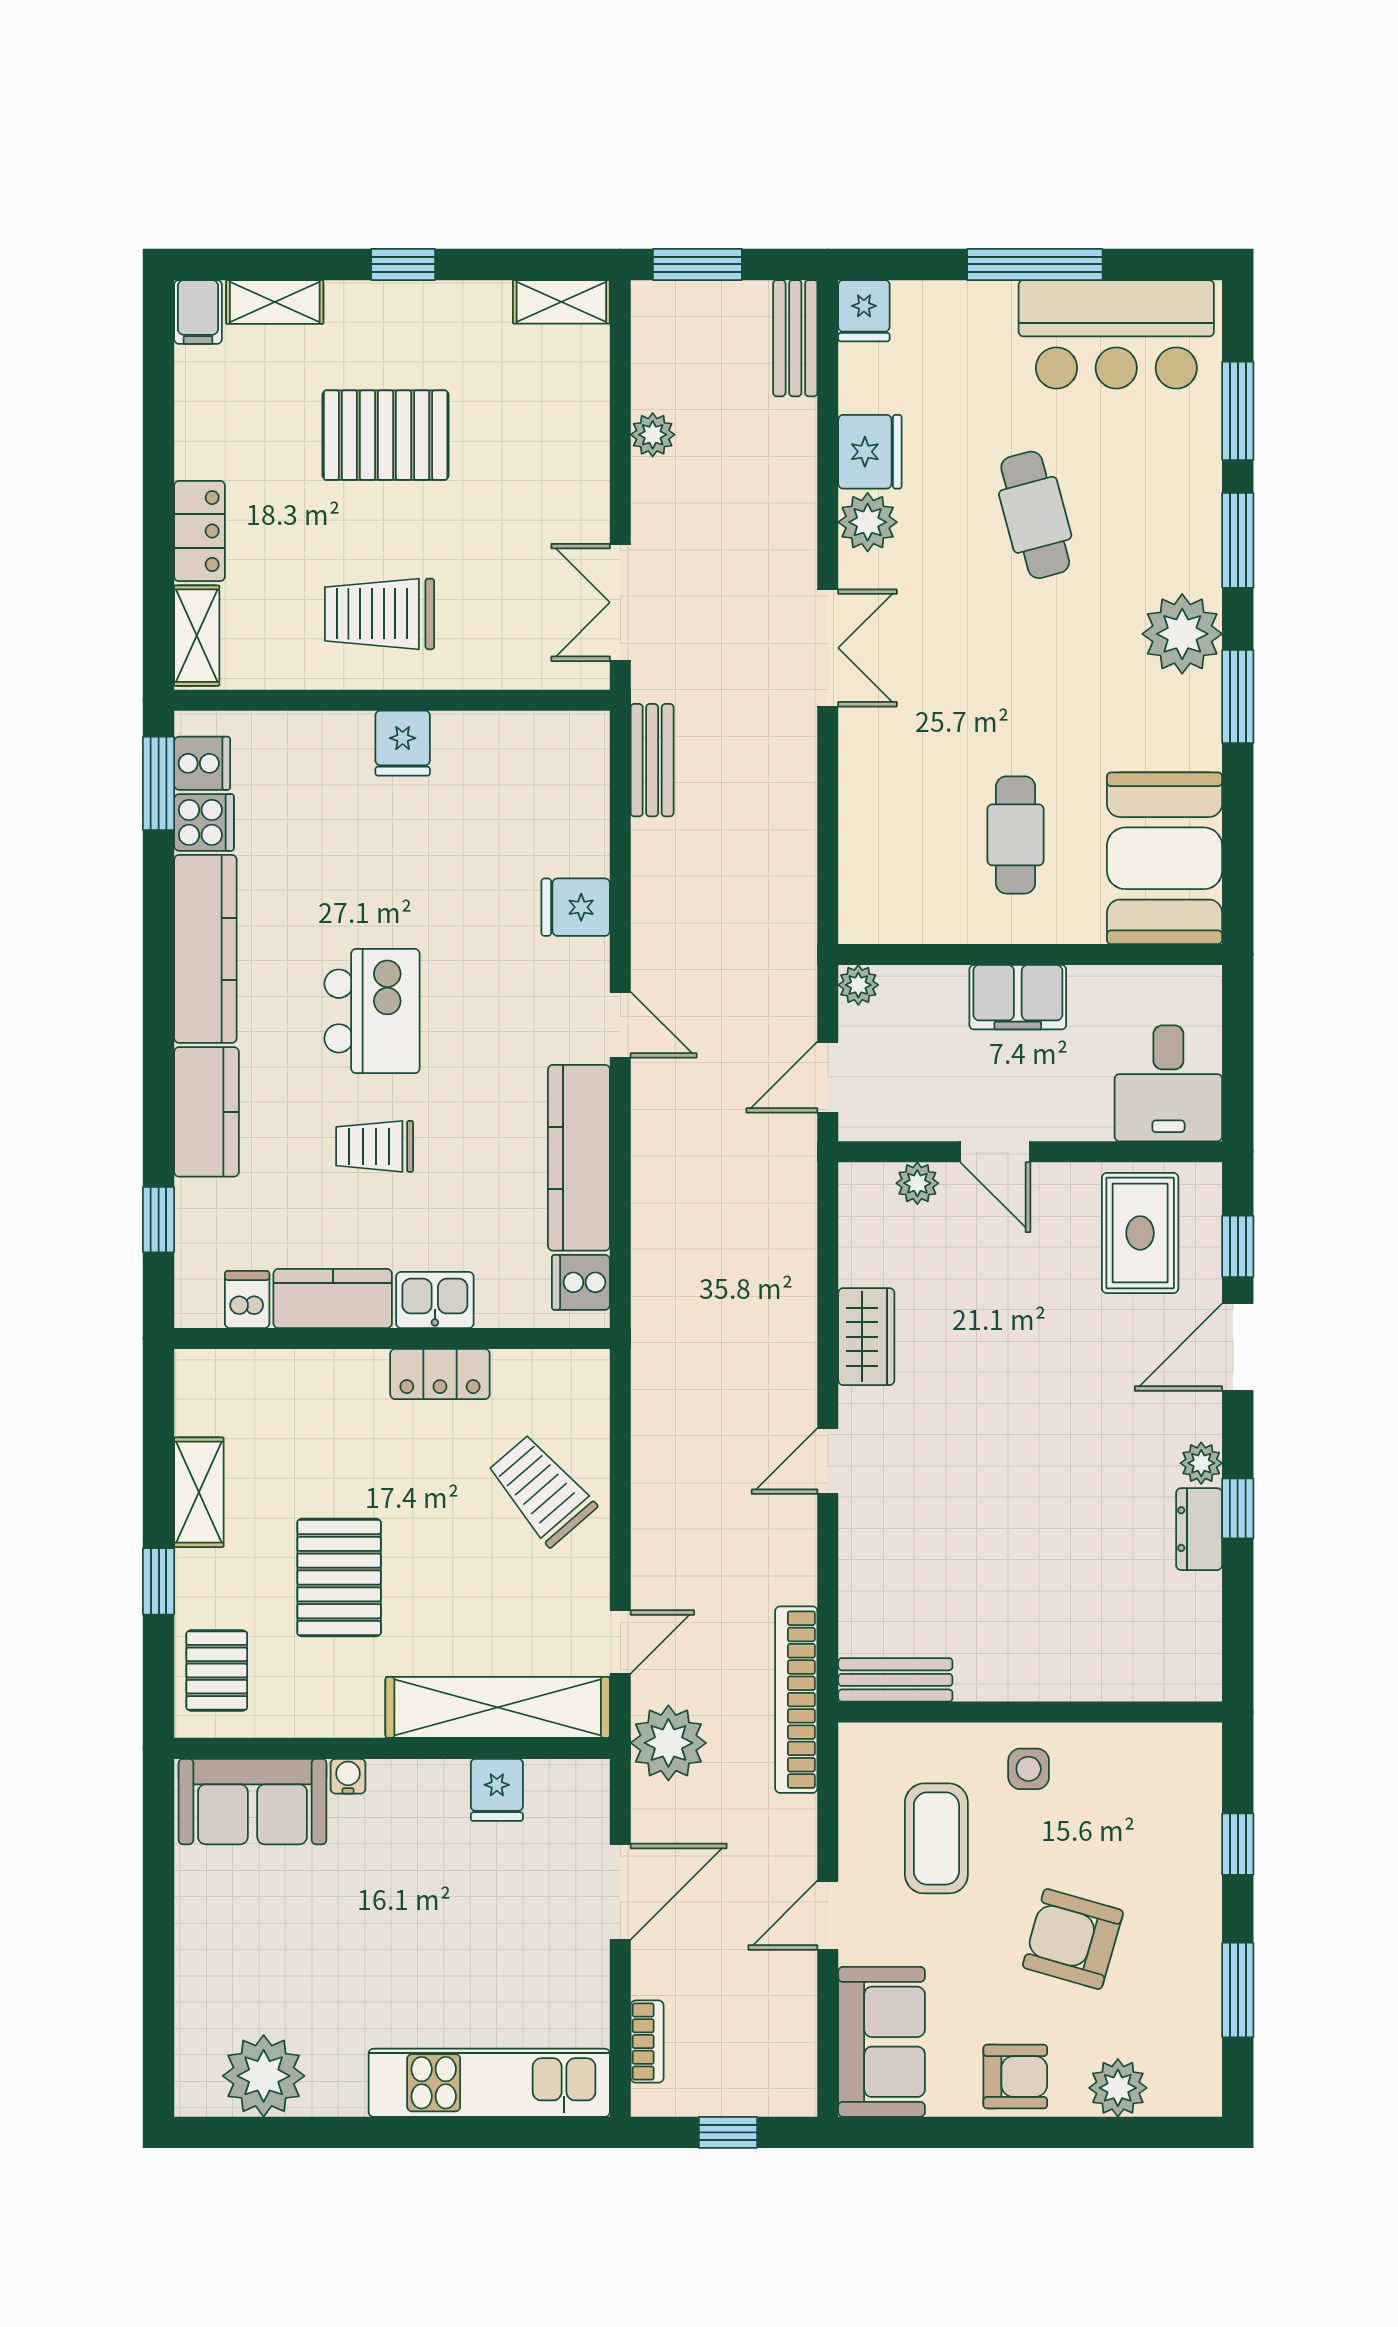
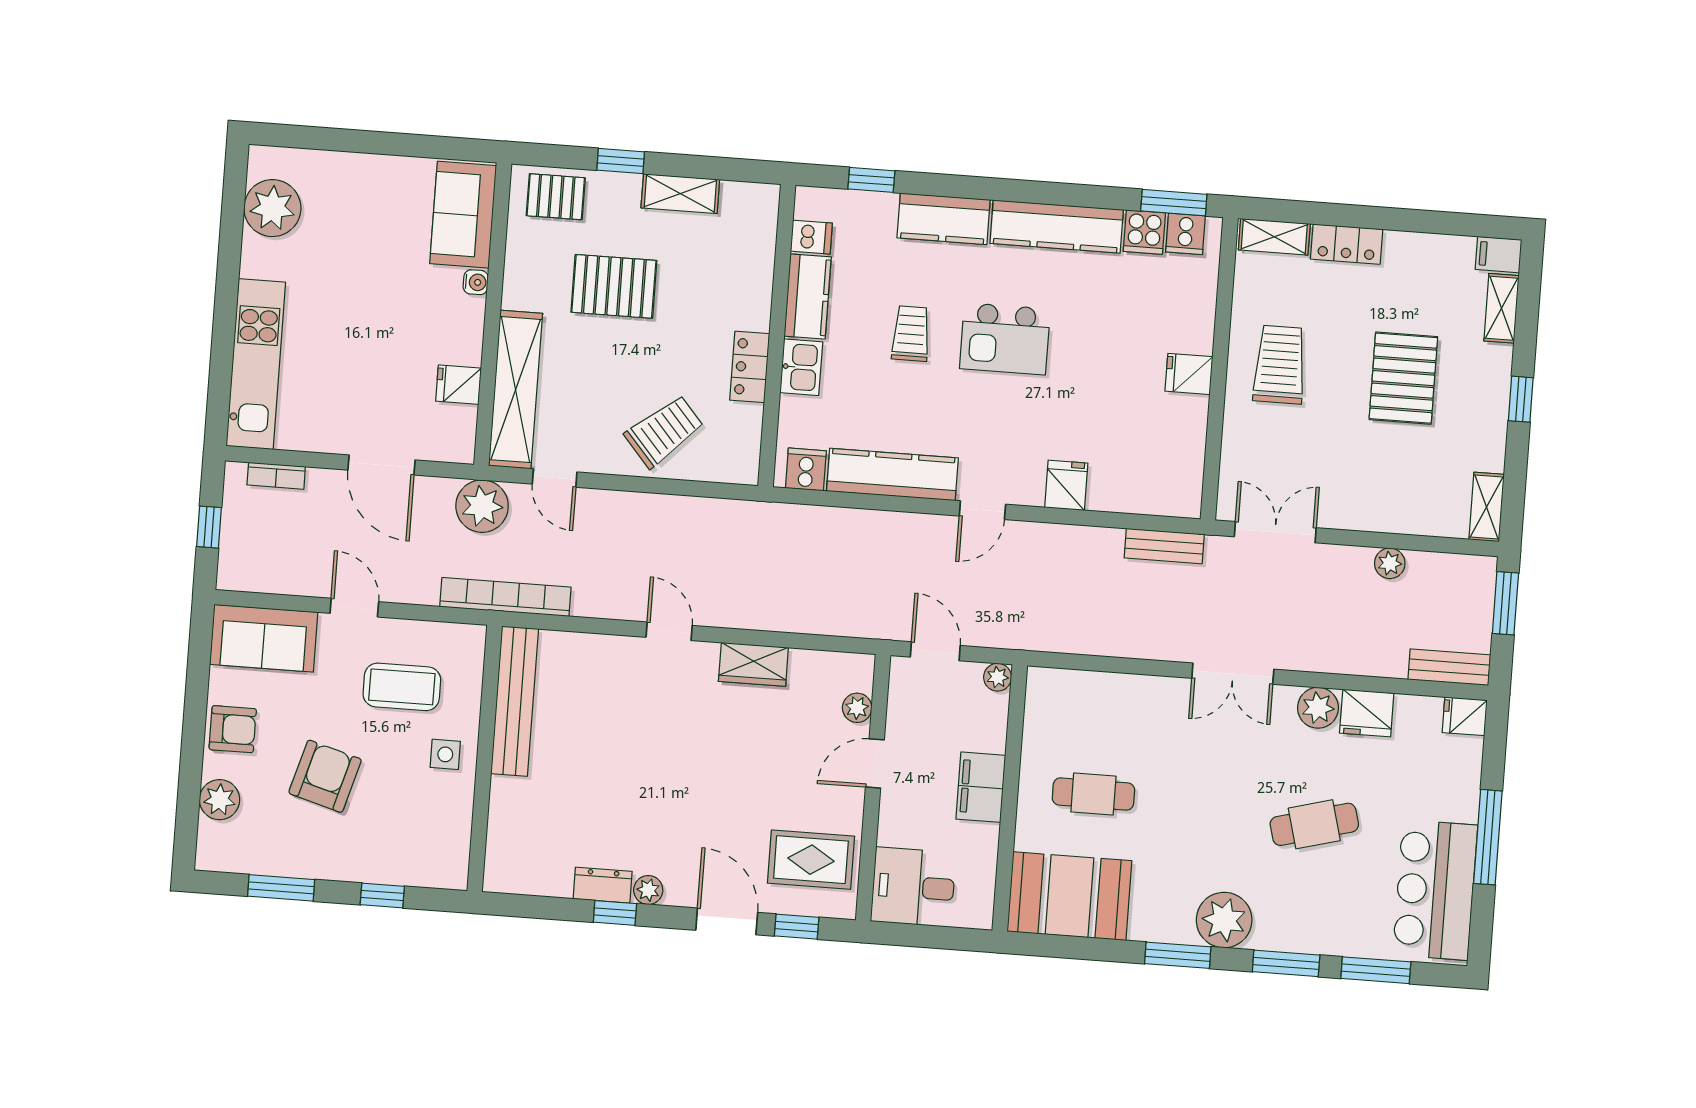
bench: (895, 1680) -> (515, 701), width x1.86, depth x1.21
armchair: (1015, 2077) -> (233, 729), turned -90

